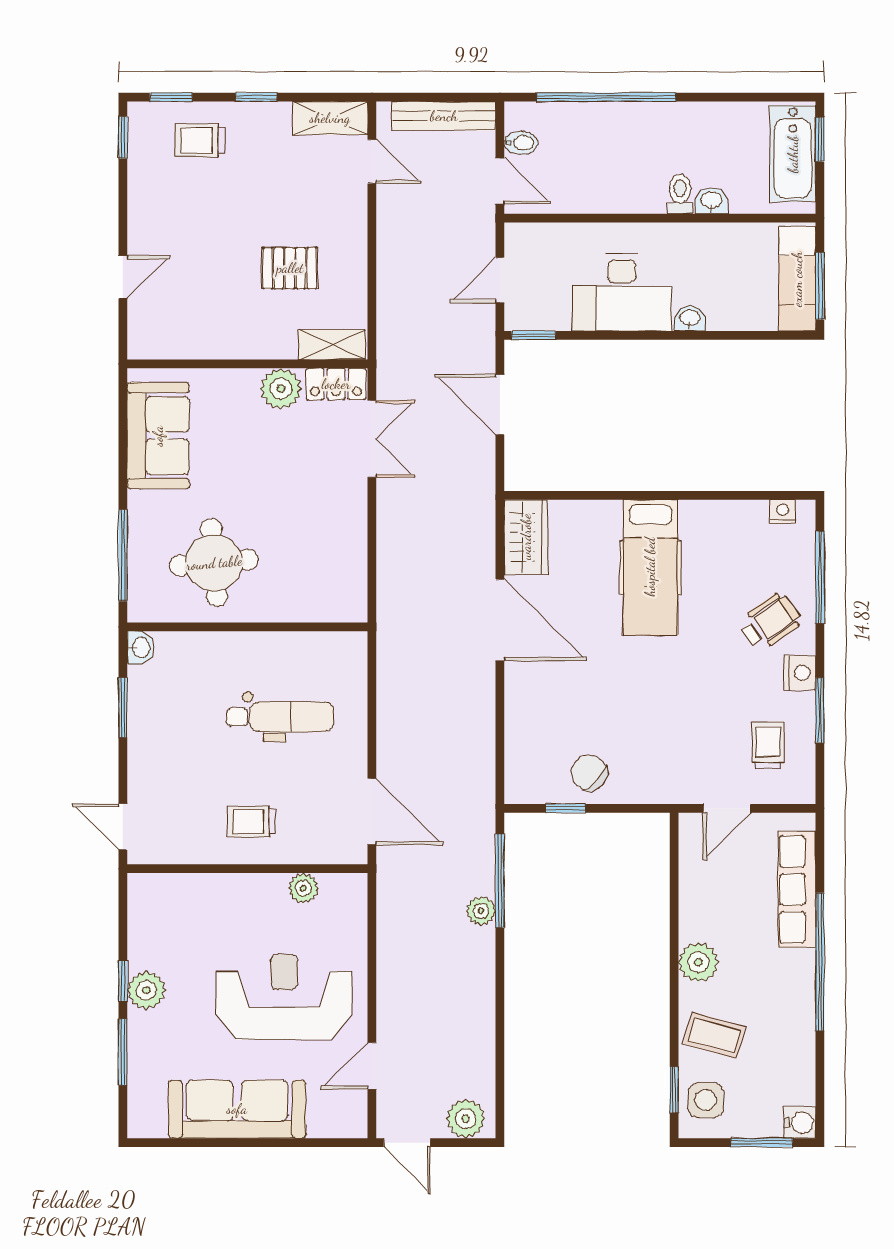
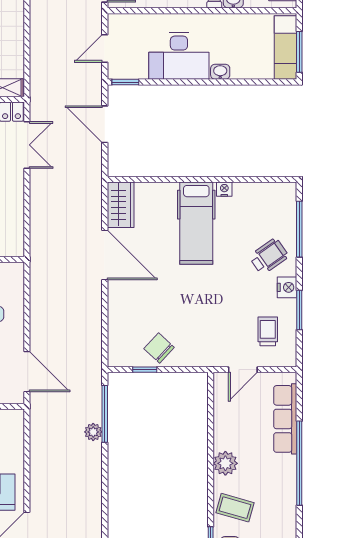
nightstand: (783, 512) -> (224, 189), moved

